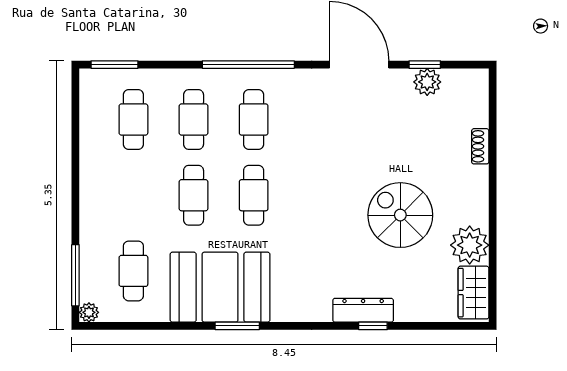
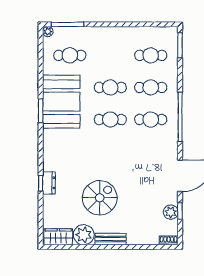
shoe rack: (480, 146) -> (169, 240), moved
bench: (478, 195) -> (110, 239), added
dresser: (363, 310) -> (49, 183), width x0.70

